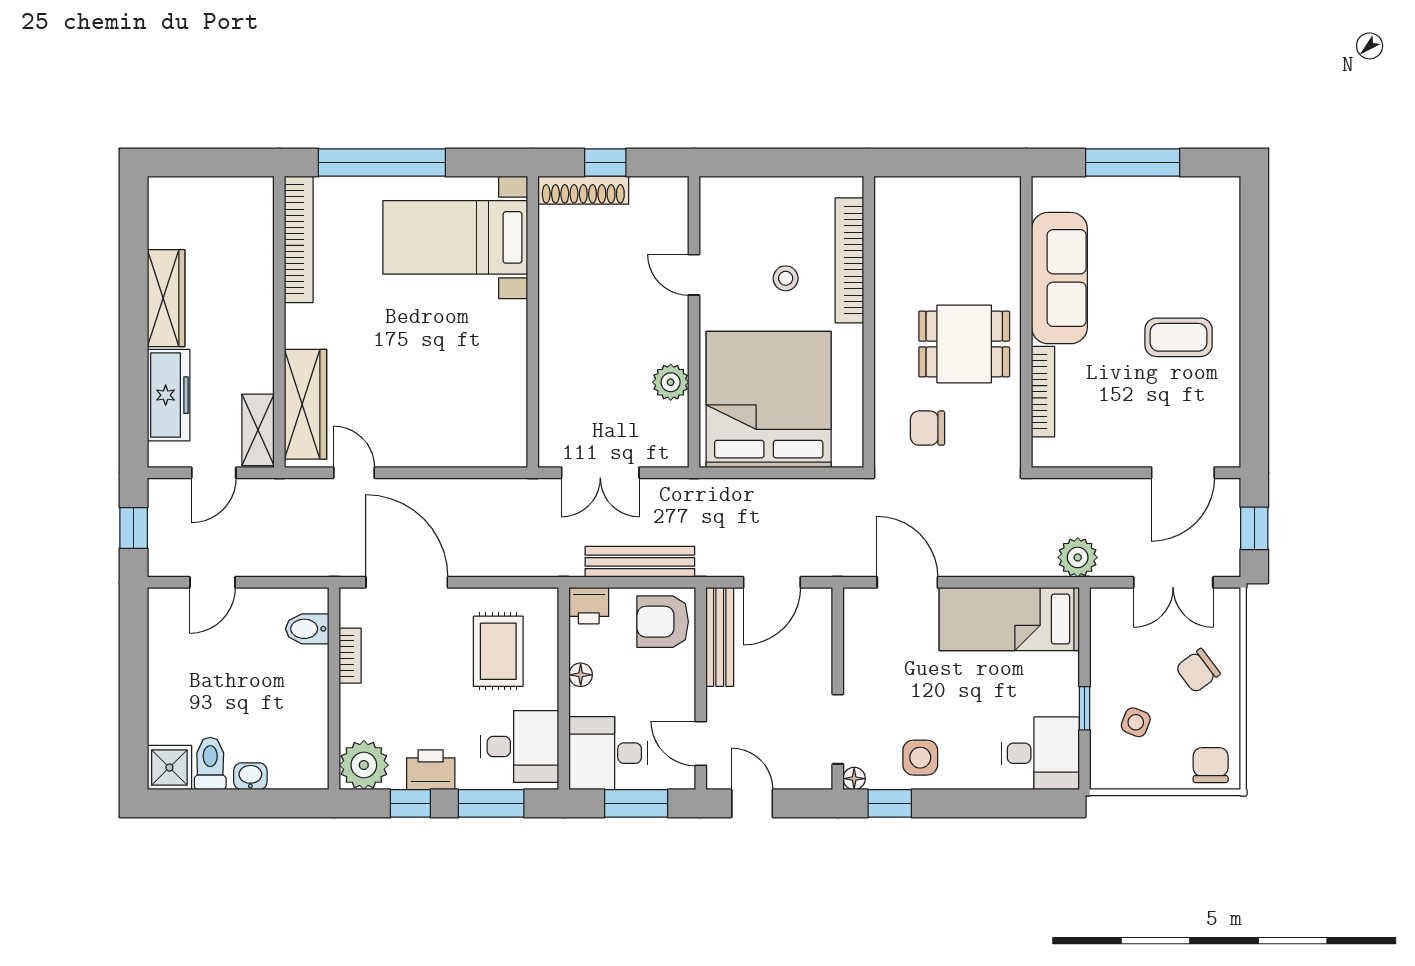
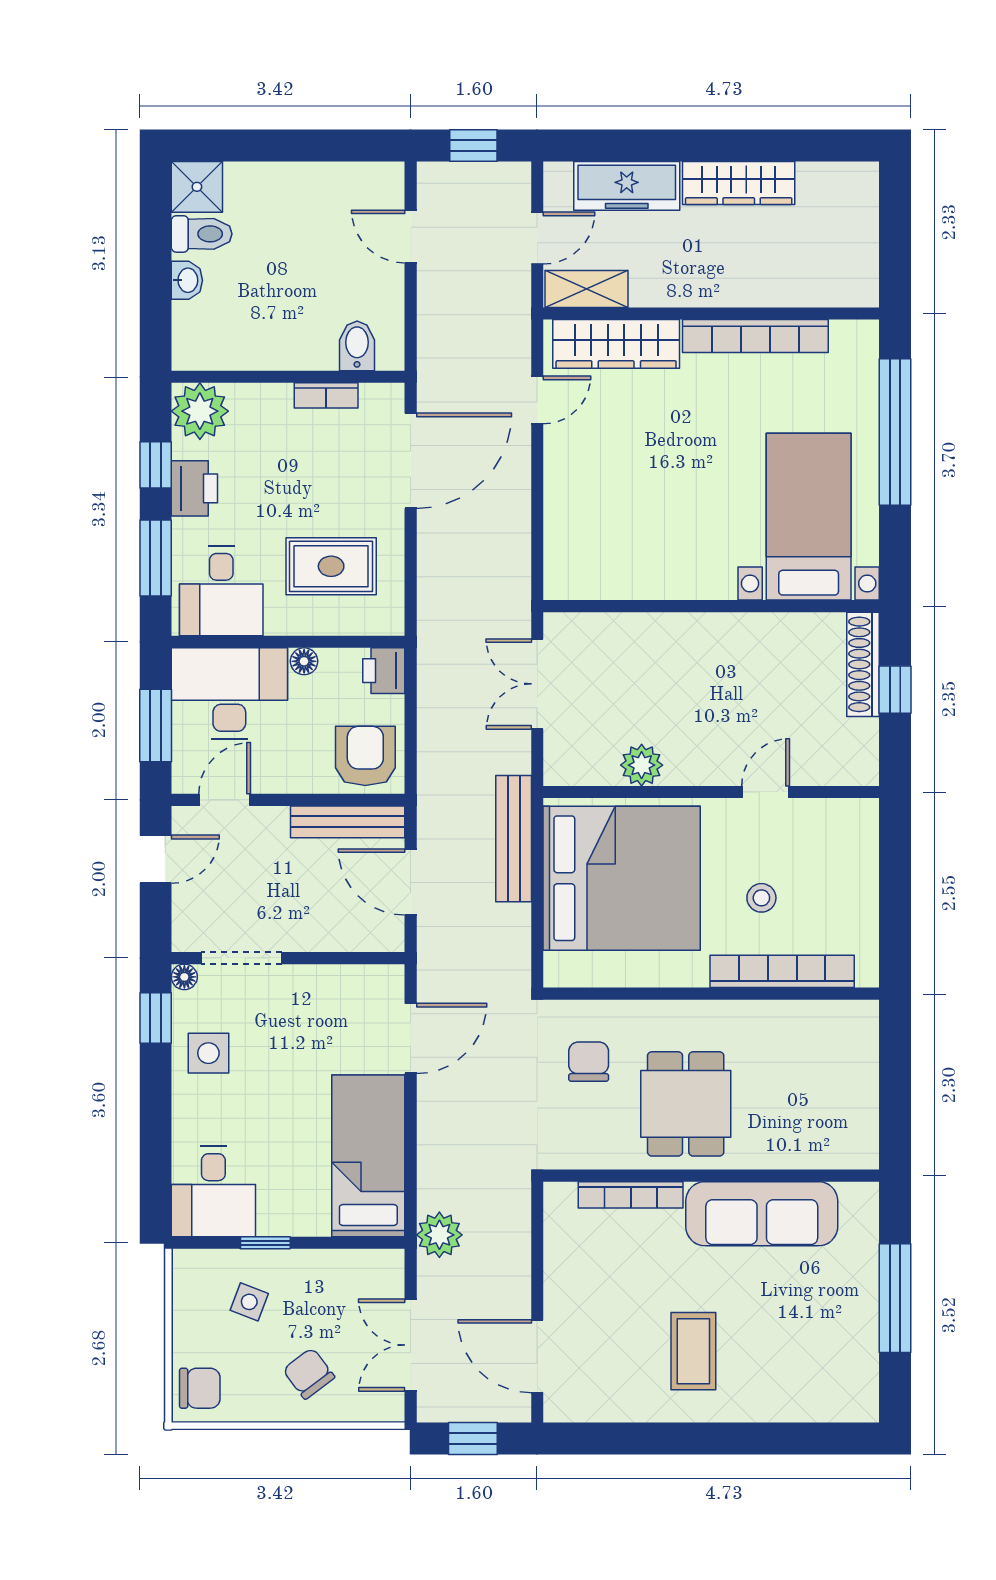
bookcase: (299, 239) -> (755, 336), moved
door: (214, 473) -> (537, 238), swing flipped
bench: (640, 562) -> (514, 839), moved
desk: (608, 753) -> (229, 693), width x1.37

